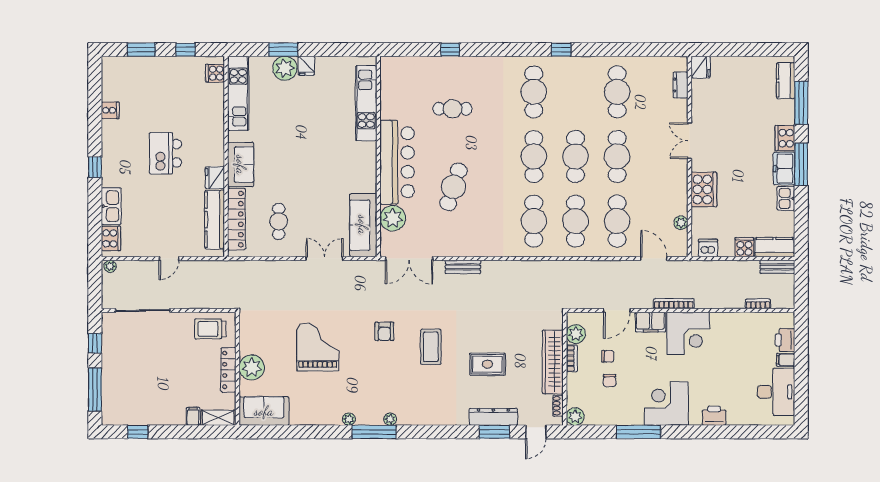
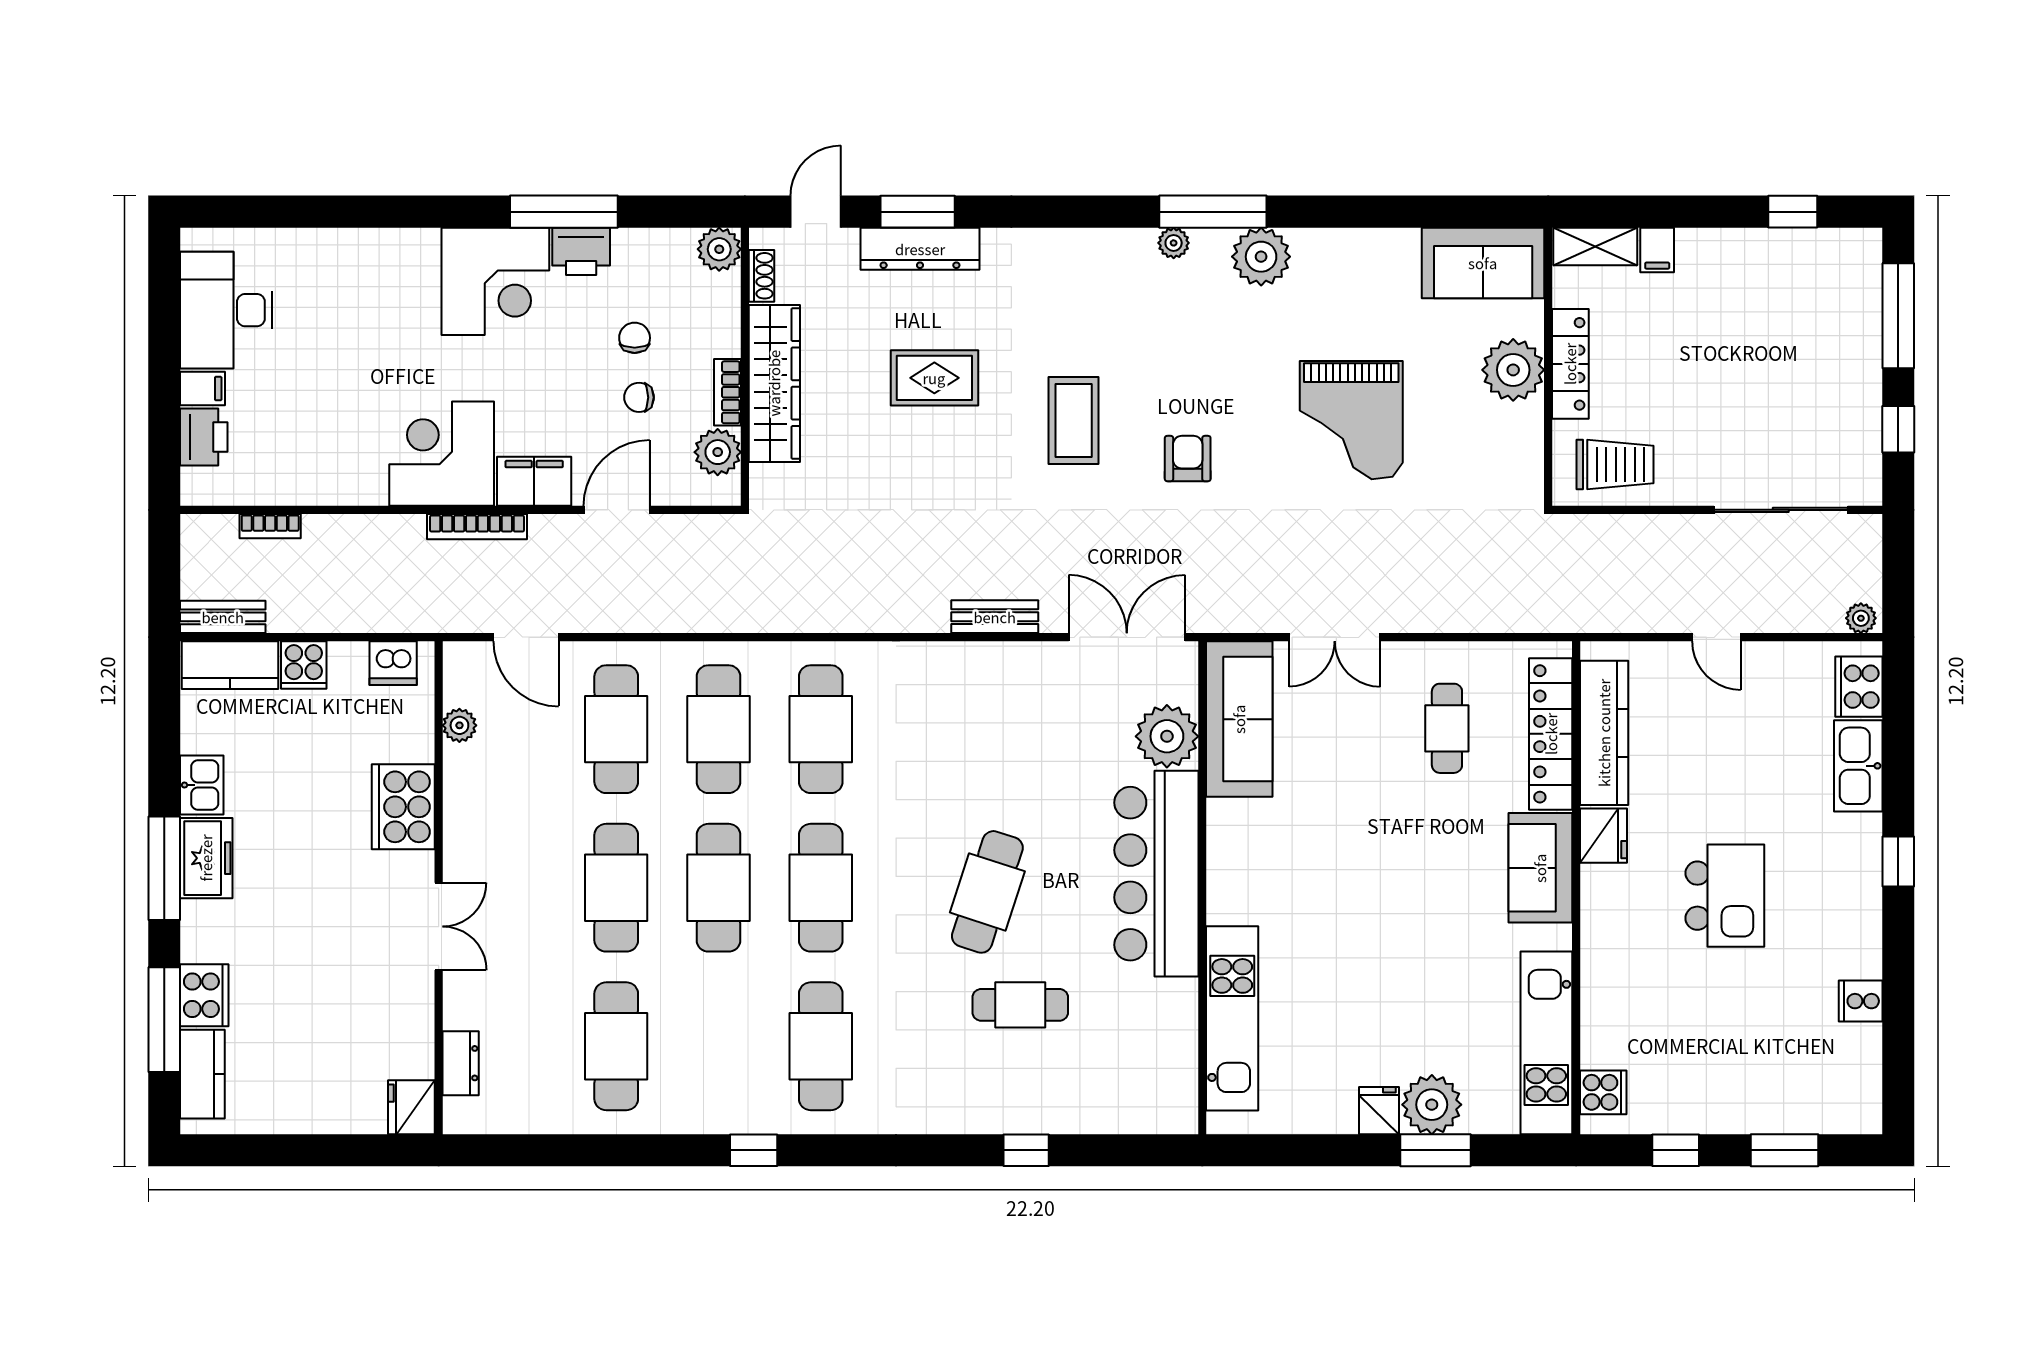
cooker: (785, 138) -> (204, 995), moved
cafe table: (453, 187) -> (987, 892), moved
door: (169, 259) -> (1716, 637), swing flipped
printer: (714, 416) -> (581, 251), moved
plant: (349, 419) -> (1261, 257), width x1.88, depth x1.88

